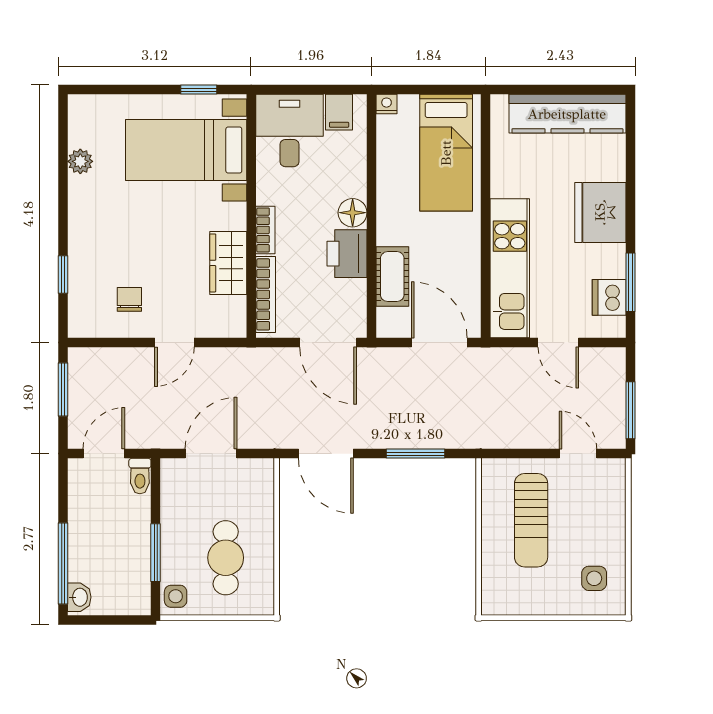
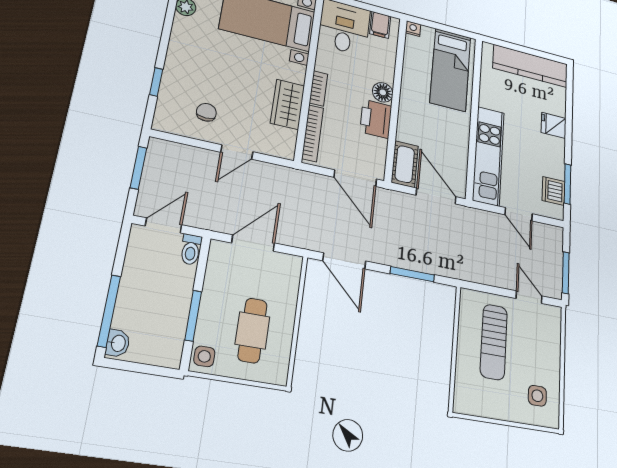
fridge: (600, 212) -> (554, 125), width x0.53, depth x0.75
cot: (392, 277) -> (405, 164), moved

